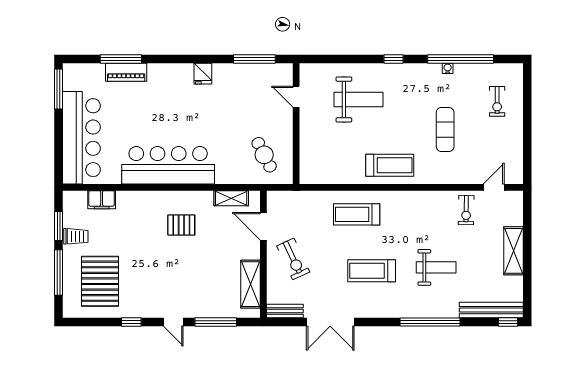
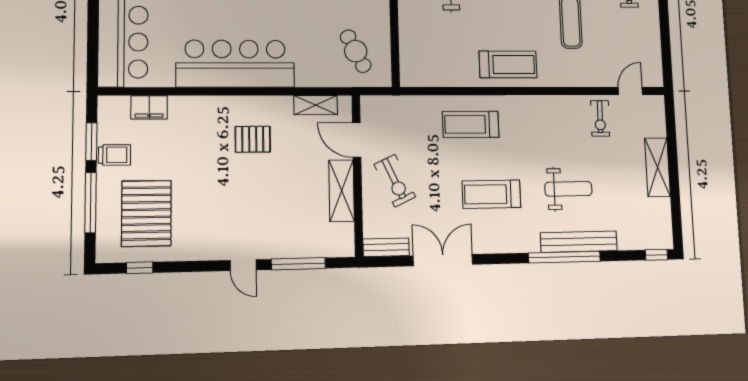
shelving: (250, 284) -> (341, 191), moved
bench: (491, 310) -> (579, 242), moved
window: (131, 322) -> (140, 268), moved
double door: (330, 322) -> (443, 260), swing flipped

